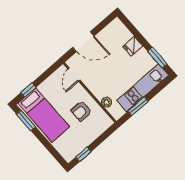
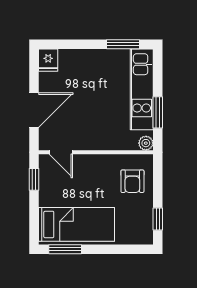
fridge: (133, 46) -> (48, 60), moved
window: (28, 90) -> (34, 179), moved
plant: (107, 102) -> (146, 143), moved
armchair: (81, 111) -> (132, 181), moved

